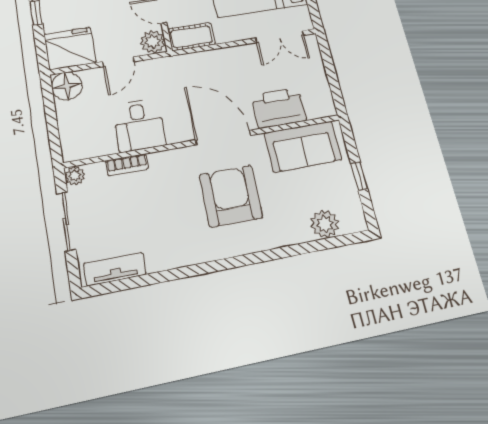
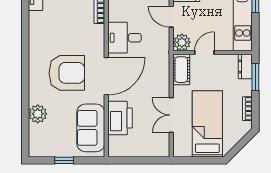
double door: (280, 37) -> (171, 115), moved
desk: (139, 125) -> (124, 38), moved
plant: (325, 224) -> (38, 114), moved

